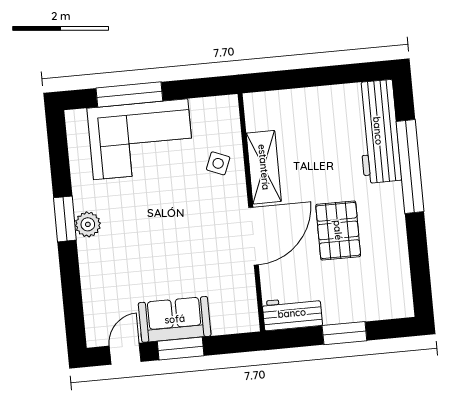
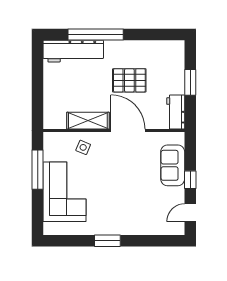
window: (129, 94) -> (38, 170), moved
plant: (88, 224) -> (112, 228), removed
sofa: (175, 319) -> (173, 165), moved
window: (181, 349) -> (190, 180), width x0.67
door: (125, 354) -> (190, 213), hinge flipped

